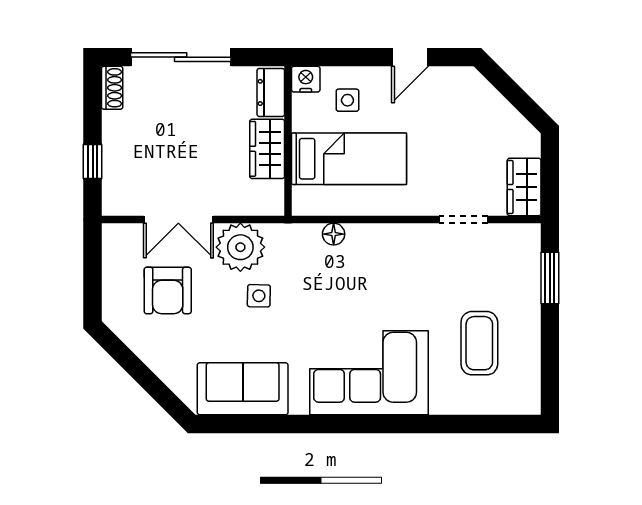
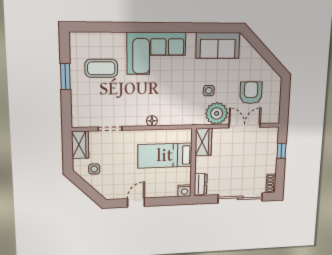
side table: (347, 100) -> (94, 169), moved
wardrobe: (267, 149) -> (203, 142), moved
floor lamp: (334, 234) -> (152, 121), moved
window: (550, 278) -> (65, 76), moved
coffee table: (479, 343) -> (101, 68), turned 90

